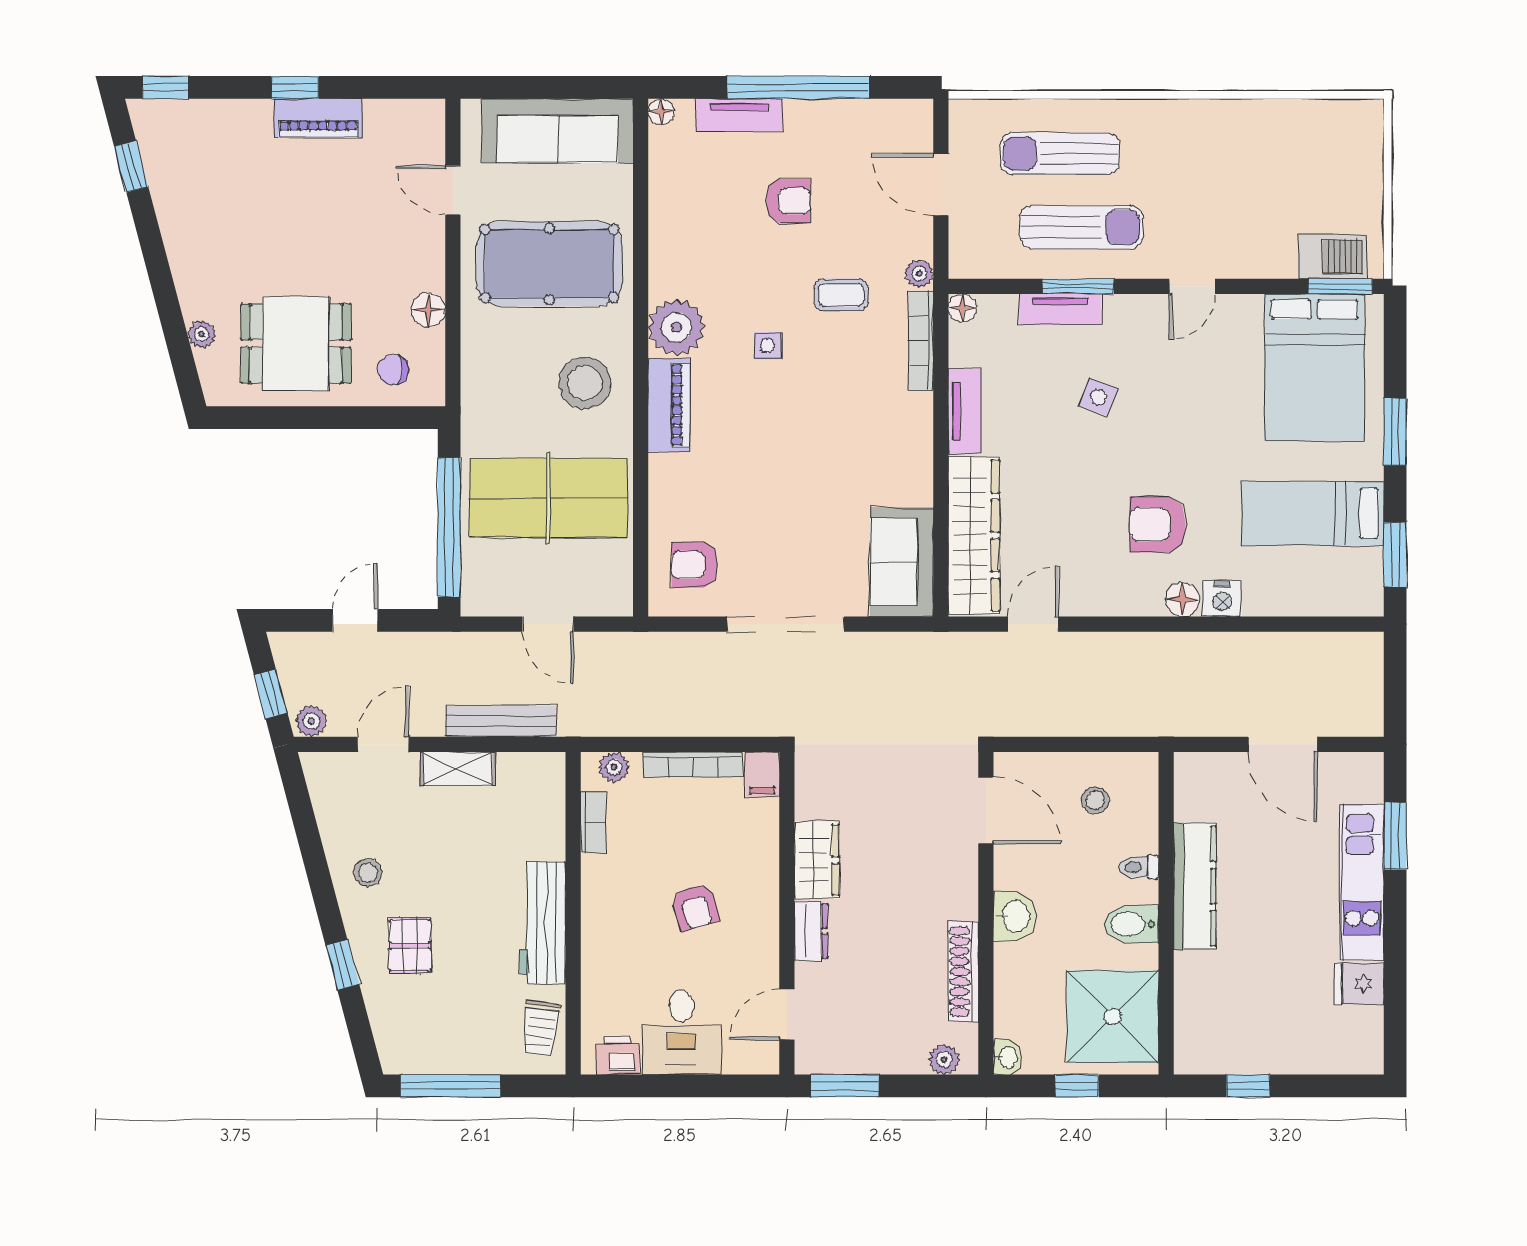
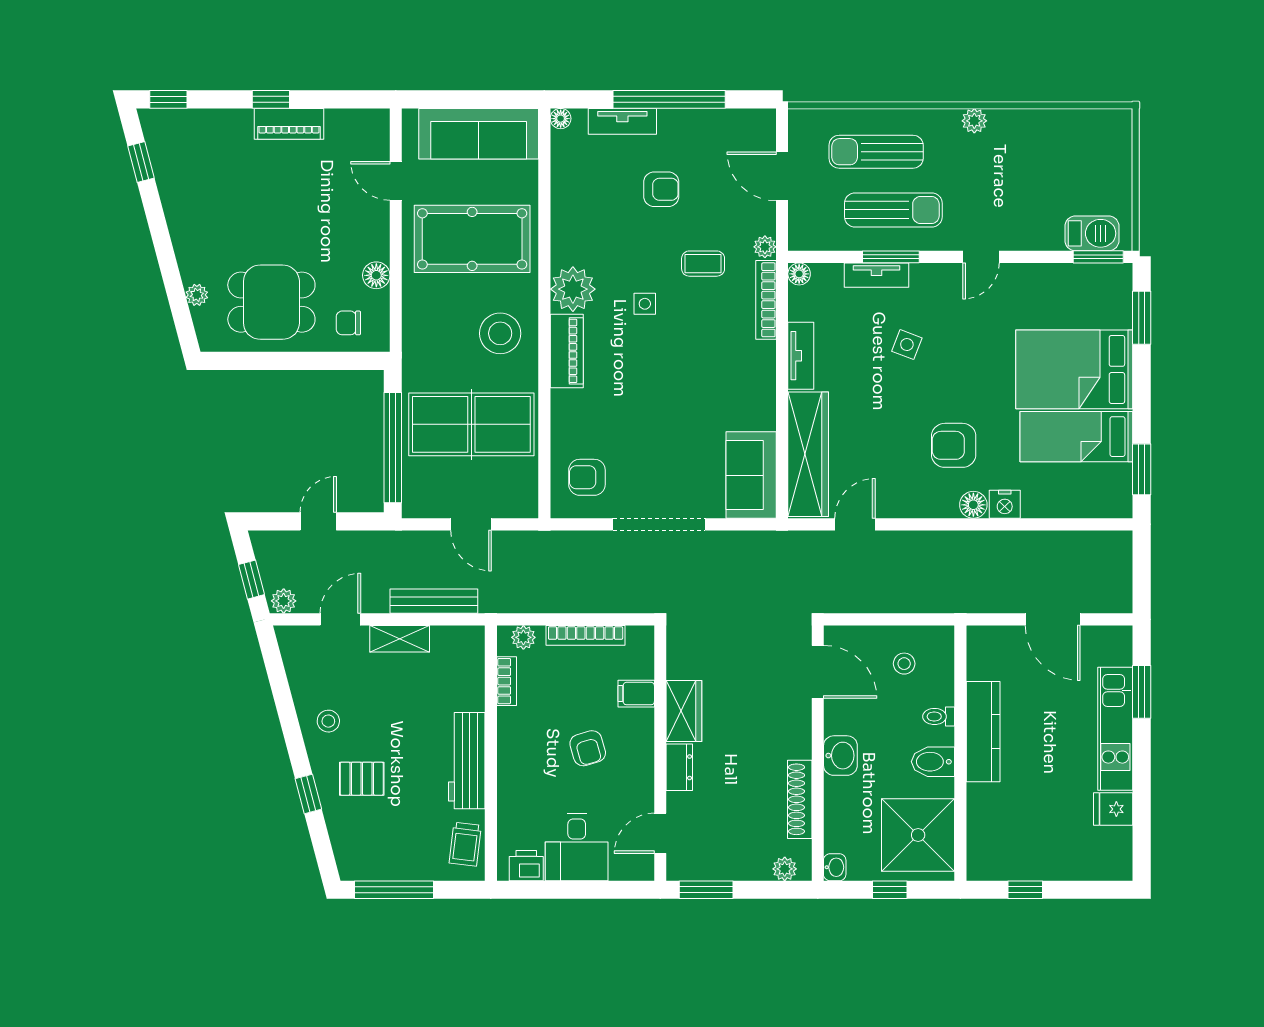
plant: (1184, 114) -> (974, 121), added
bed: (1315, 368) -> (1074, 369), moved, turned 90
window: (1395, 432) -> (1142, 318), moved
filing cabinet: (762, 775) -> (636, 694), moved, turned 90
pallet: (410, 945) -> (362, 779), turned 90

